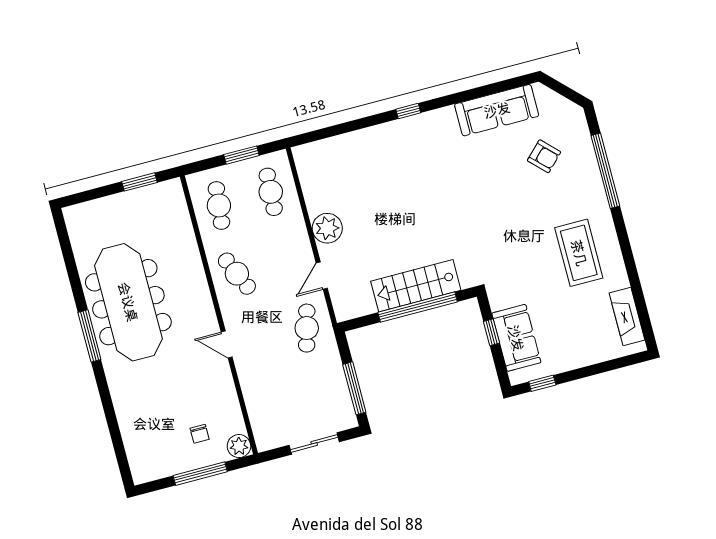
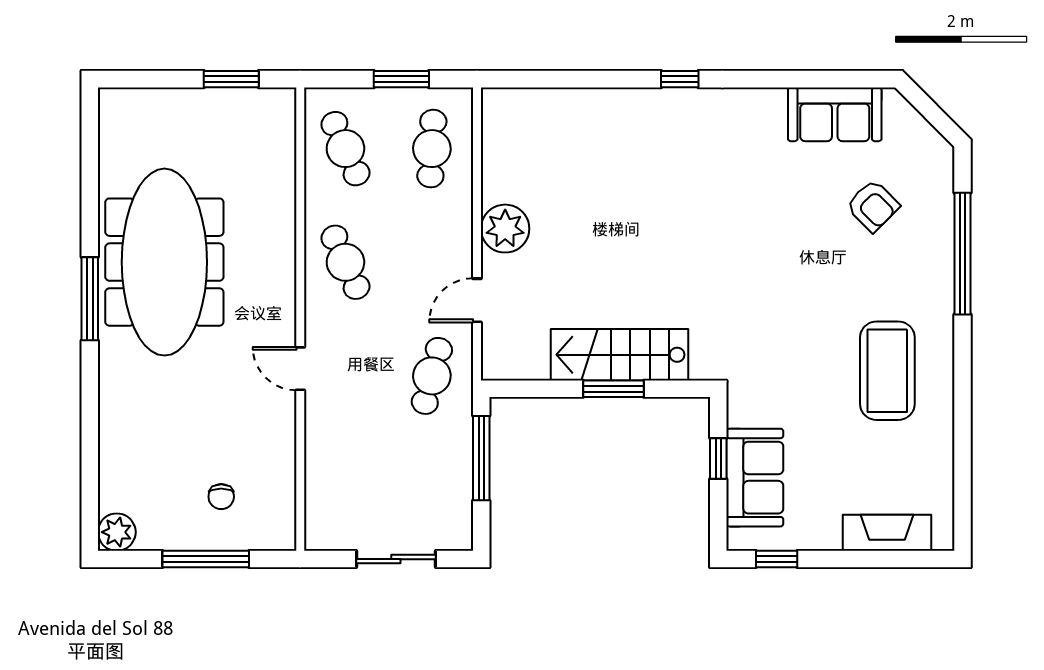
sofa: (497, 110) -> (835, 114), width x0.73
cafe table: (219, 206) -> (345, 149), turned -30
window: (418, 307) -> (613, 389), width x0.47
fireplace: (627, 317) -> (887, 533), moved, turned 90
window: (354, 388) -> (481, 458), moved
plant: (239, 446) -> (117, 532), moved

